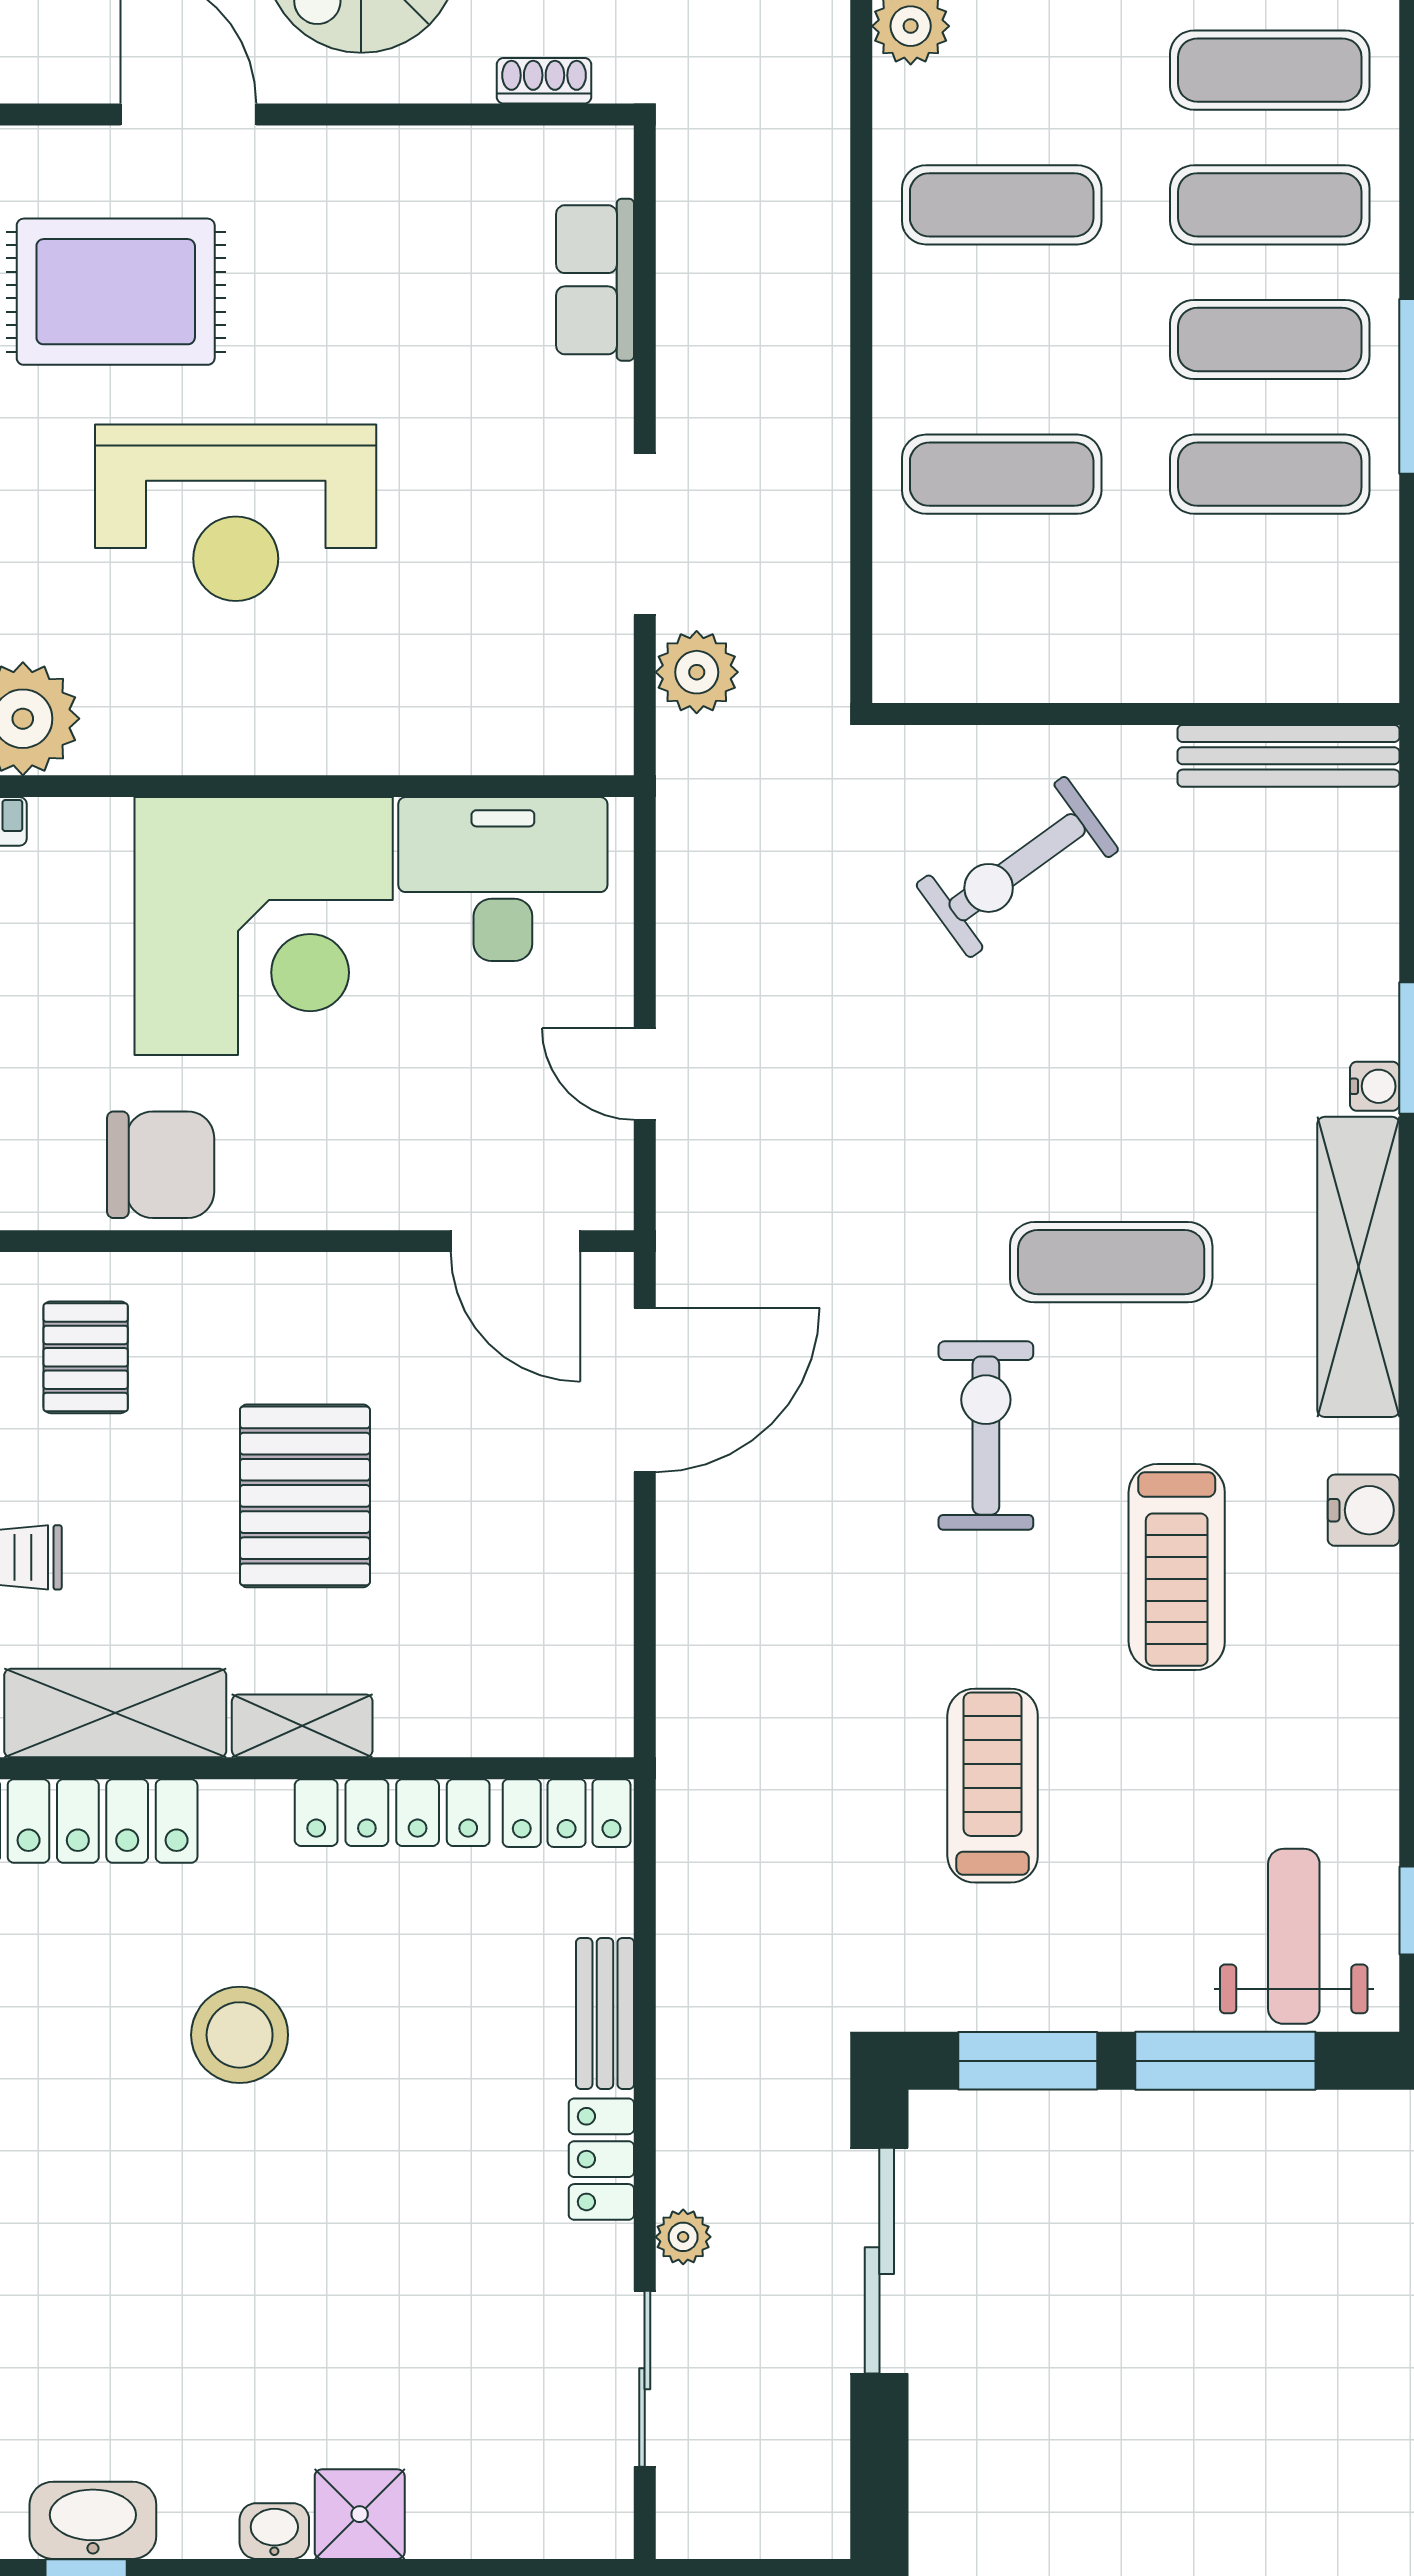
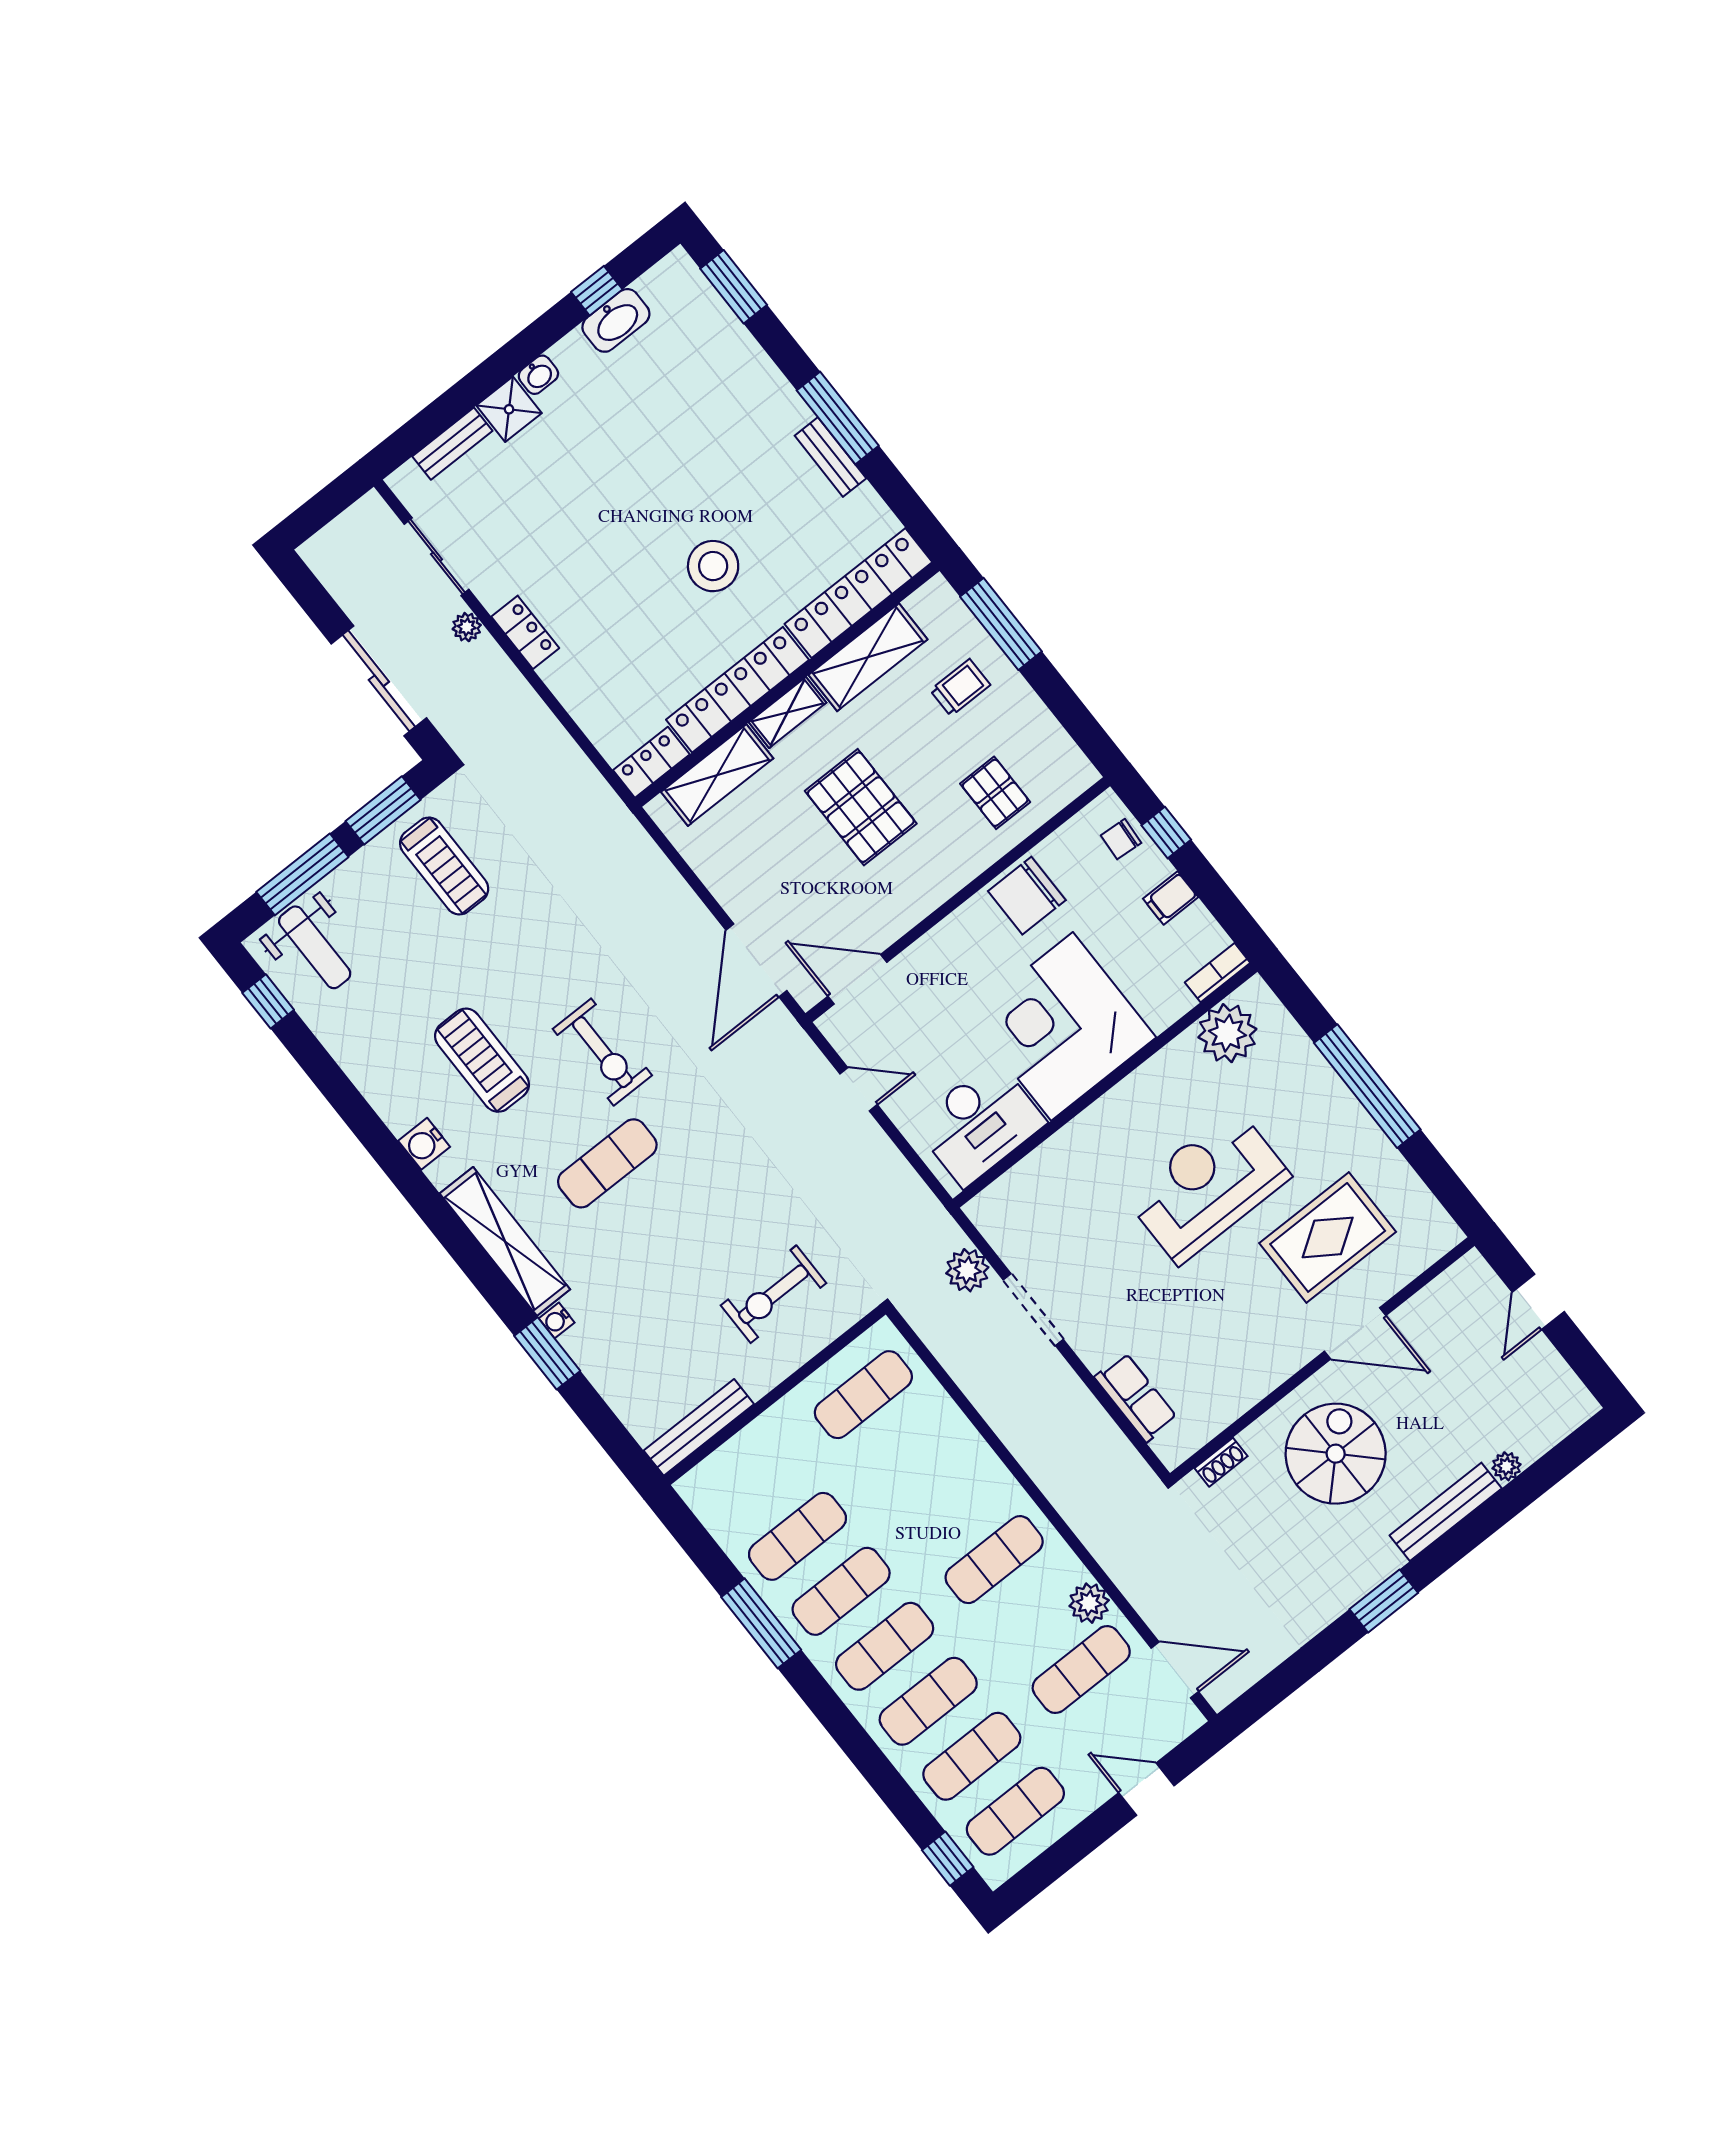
exercise mat: (1002, 474) -> (863, 1395), moved
exercise bike: (1017, 867) -> (774, 1294), turned -144
shelving: (483, 1716) -> (717, 775), added
treadmill: (993, 1786) -> (444, 866), moved
locker: (392, 1813) -> (738, 690), width x1.41, depth x1.21
bench: (605, 2013) -> (452, 444), moved, turned 90

